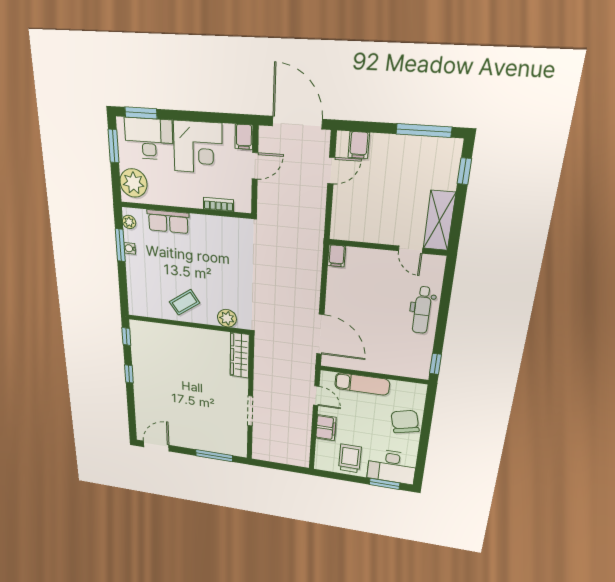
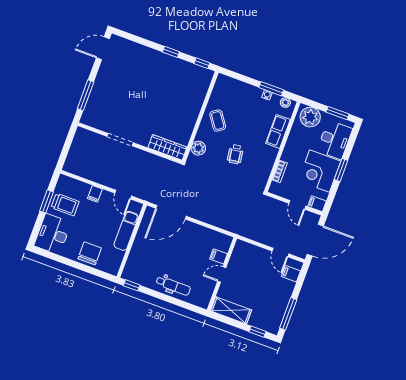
window: (141, 113) -> (341, 170), moved
door: (410, 250) -> (222, 274), moved
filing cabinet: (337, 256) -> (218, 256), moved
wheelchair: (217, 270) -> (235, 154), added
dental chair: (422, 310) -> (173, 286), turned 180
door: (316, 396) -> (123, 195), hinge flipped
chair: (405, 422) -> (90, 253), turned -76
filing cabinet: (326, 428) -> (95, 194), width x0.50
door: (156, 446) -> (103, 48), swing flipped
window: (385, 484) -> (47, 201), moved

